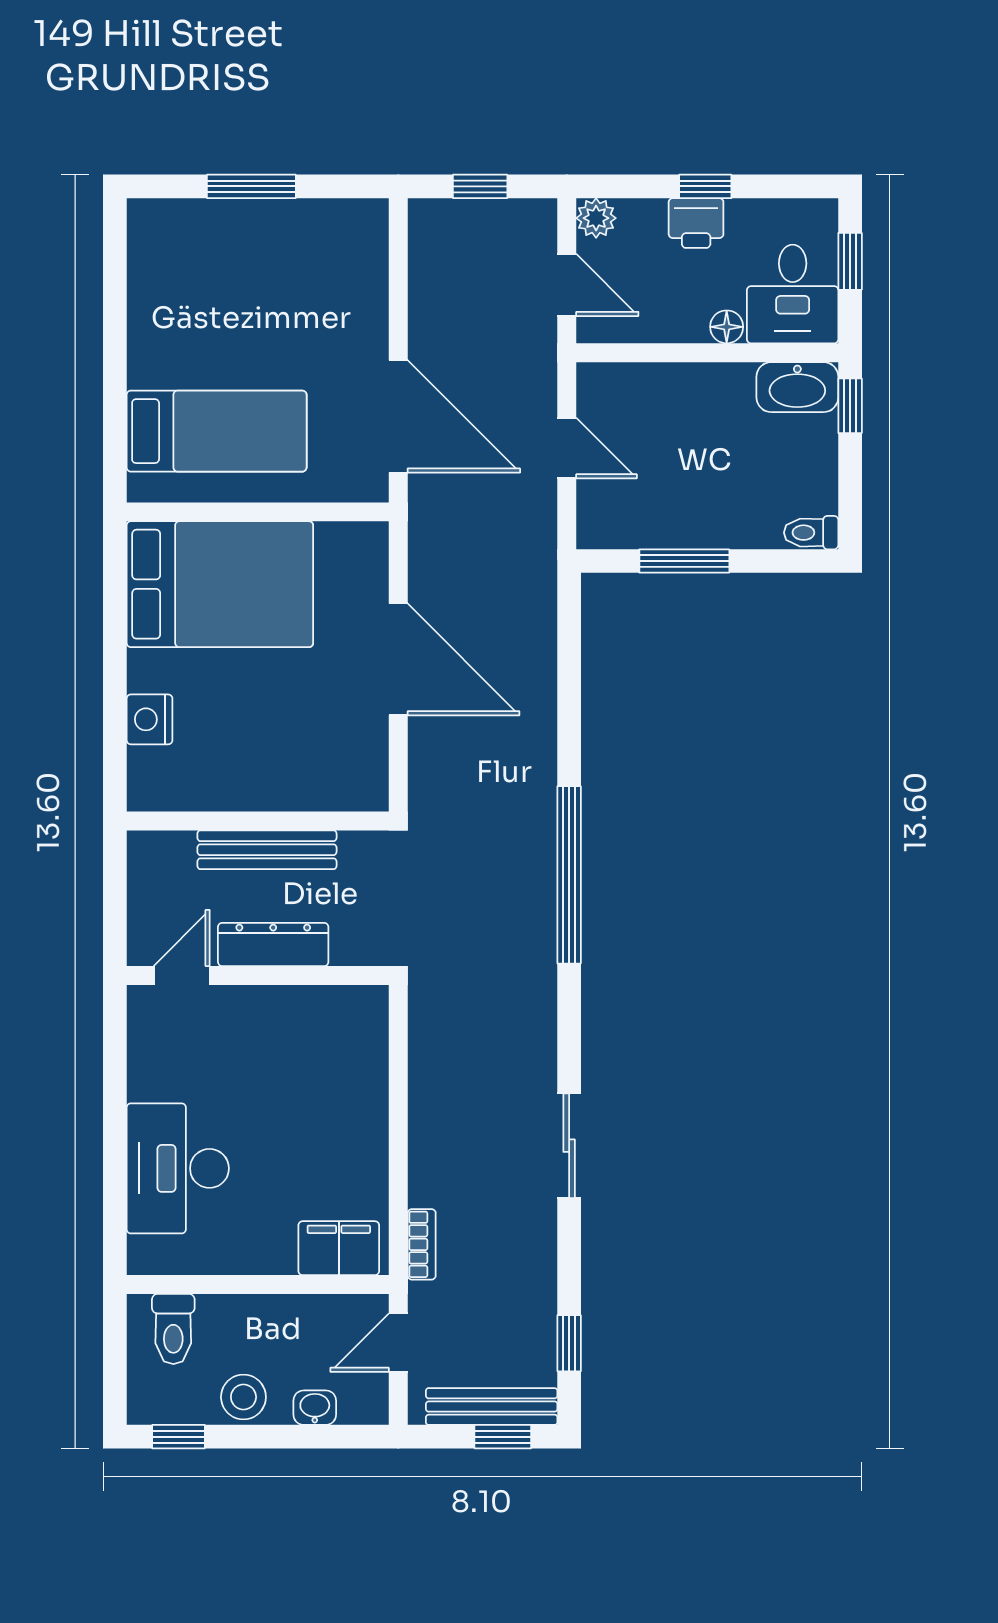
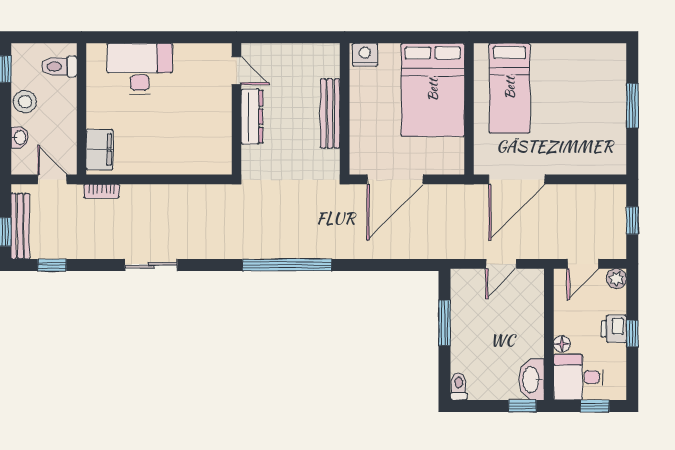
wall: (258, 821) -> (345, 109), moved
bench: (267, 850) -> (330, 113), moved

